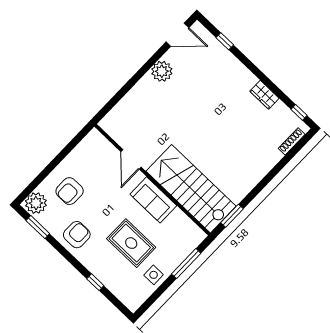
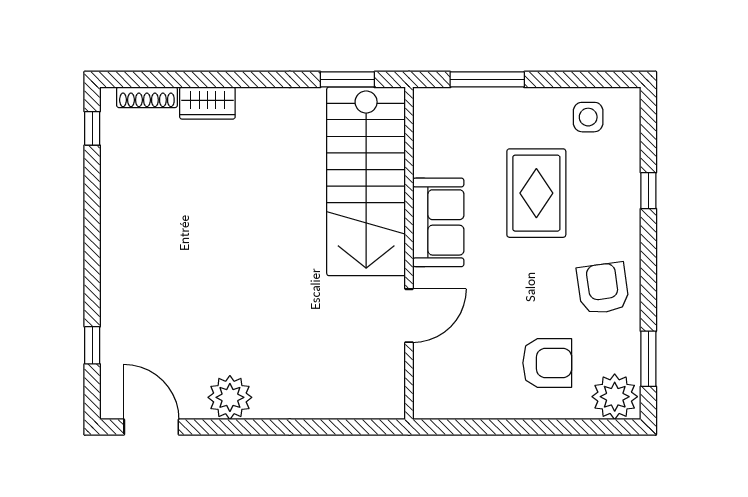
wardrobe: (264, 95) -> (207, 103), moved, turned 90
armchair: (77, 235) -> (603, 288), turned 82
side table: (154, 275) -> (588, 117), moved

